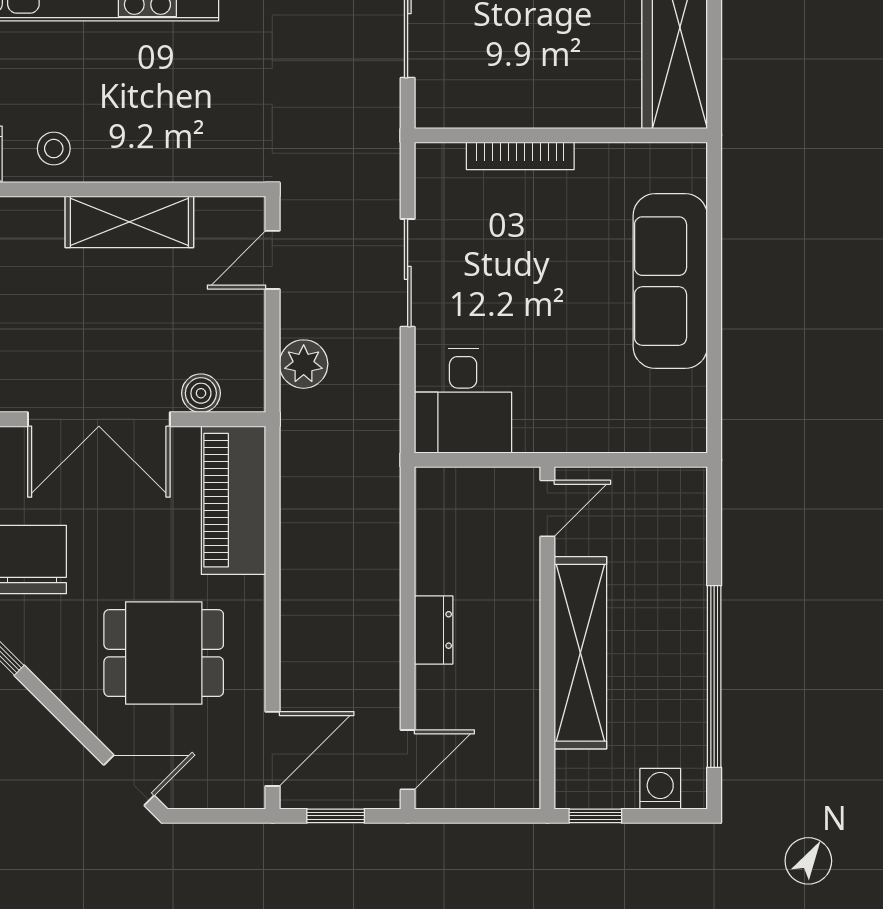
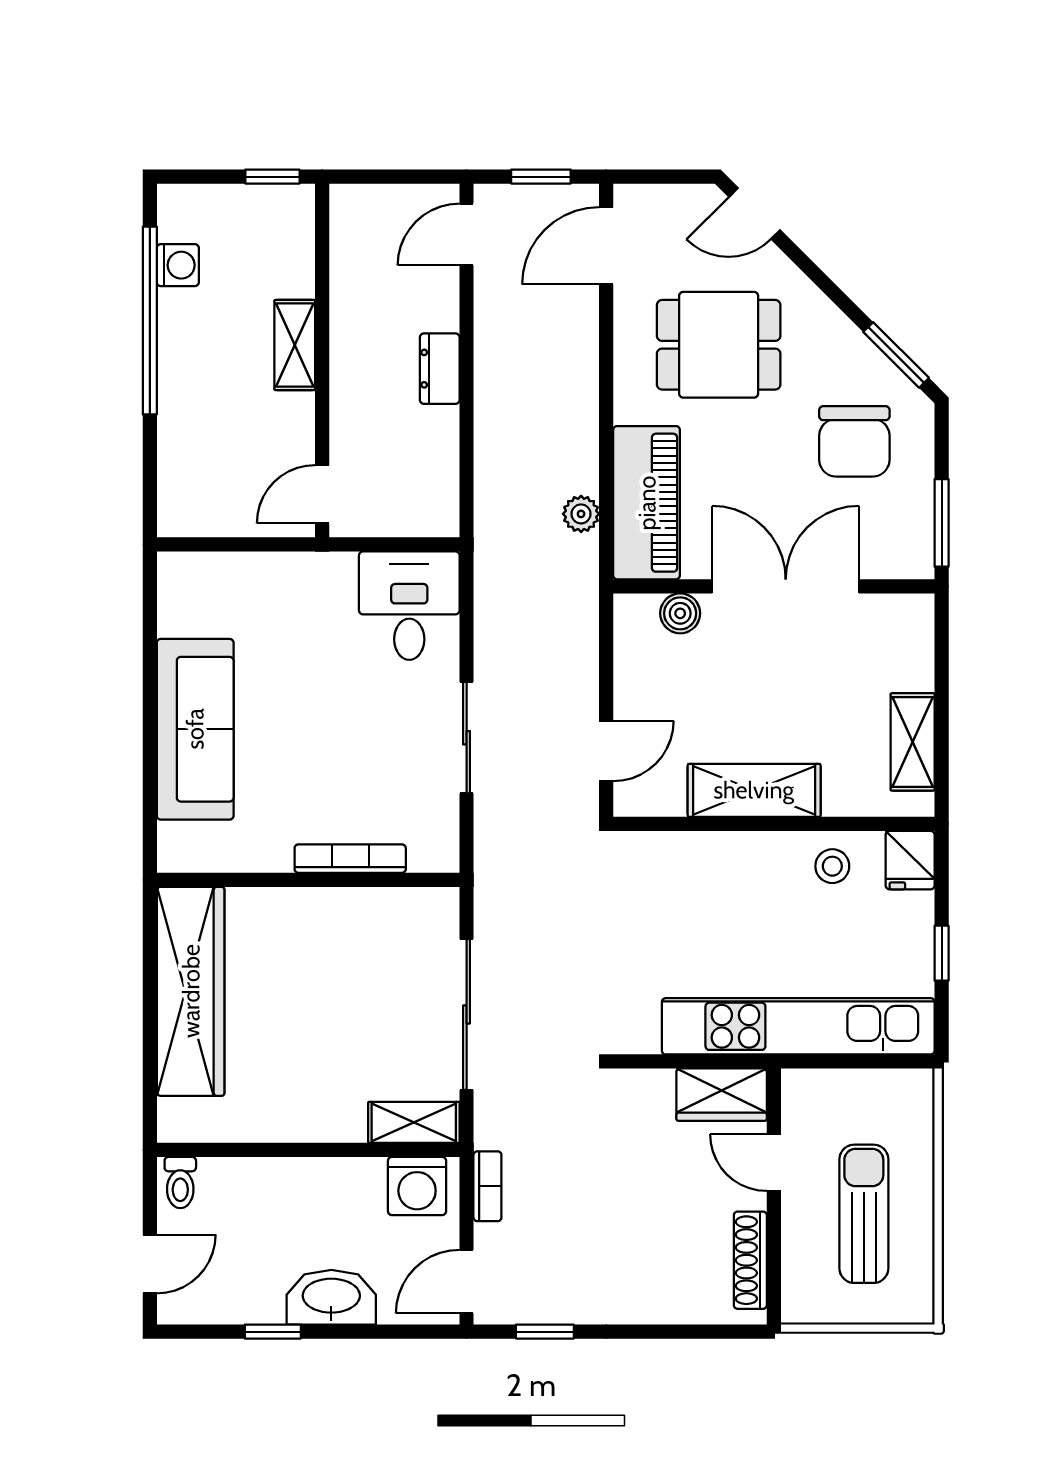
plant: (304, 364) -> (581, 514), moved, width x0.73, depth x0.73
shelving: (580, 653) -> (295, 345), width x0.45, depth x0.75
washing machine: (660, 789) -> (178, 265), moved, turned -90

